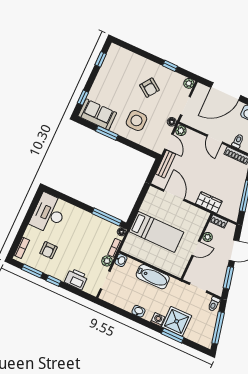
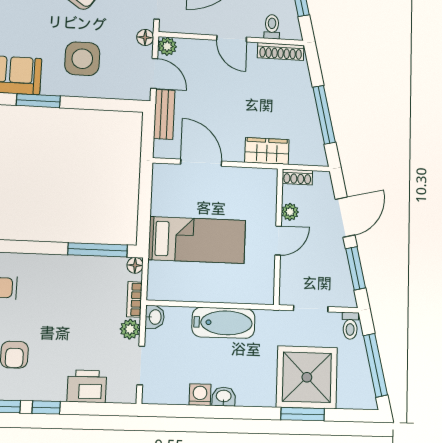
washing machine: (158, 319) -> (200, 395), moved
shower: (177, 321) -> (307, 377), width x1.37, depth x1.37

